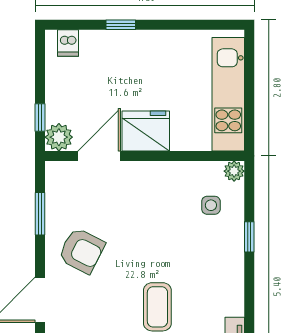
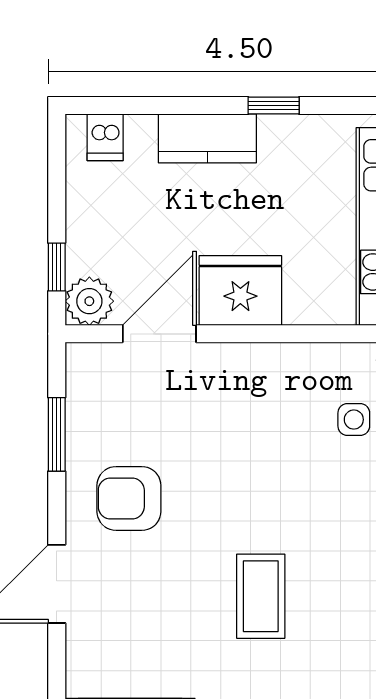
window: (121, 25) -> (274, 106), moved
kitchen counter: (127, 44) -> (207, 138), added
armchair: (82, 251) -> (129, 498), turned 153

